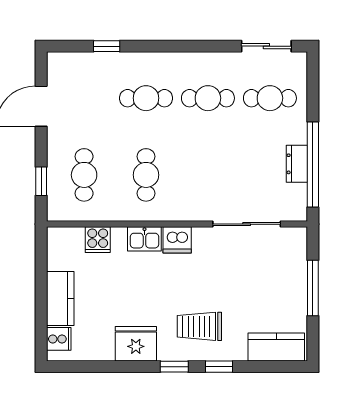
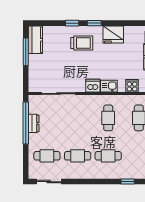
window: (313, 288) -> (26, 52), moved
kitchen counter: (276, 347) -> (35, 40), moved, turned -90

